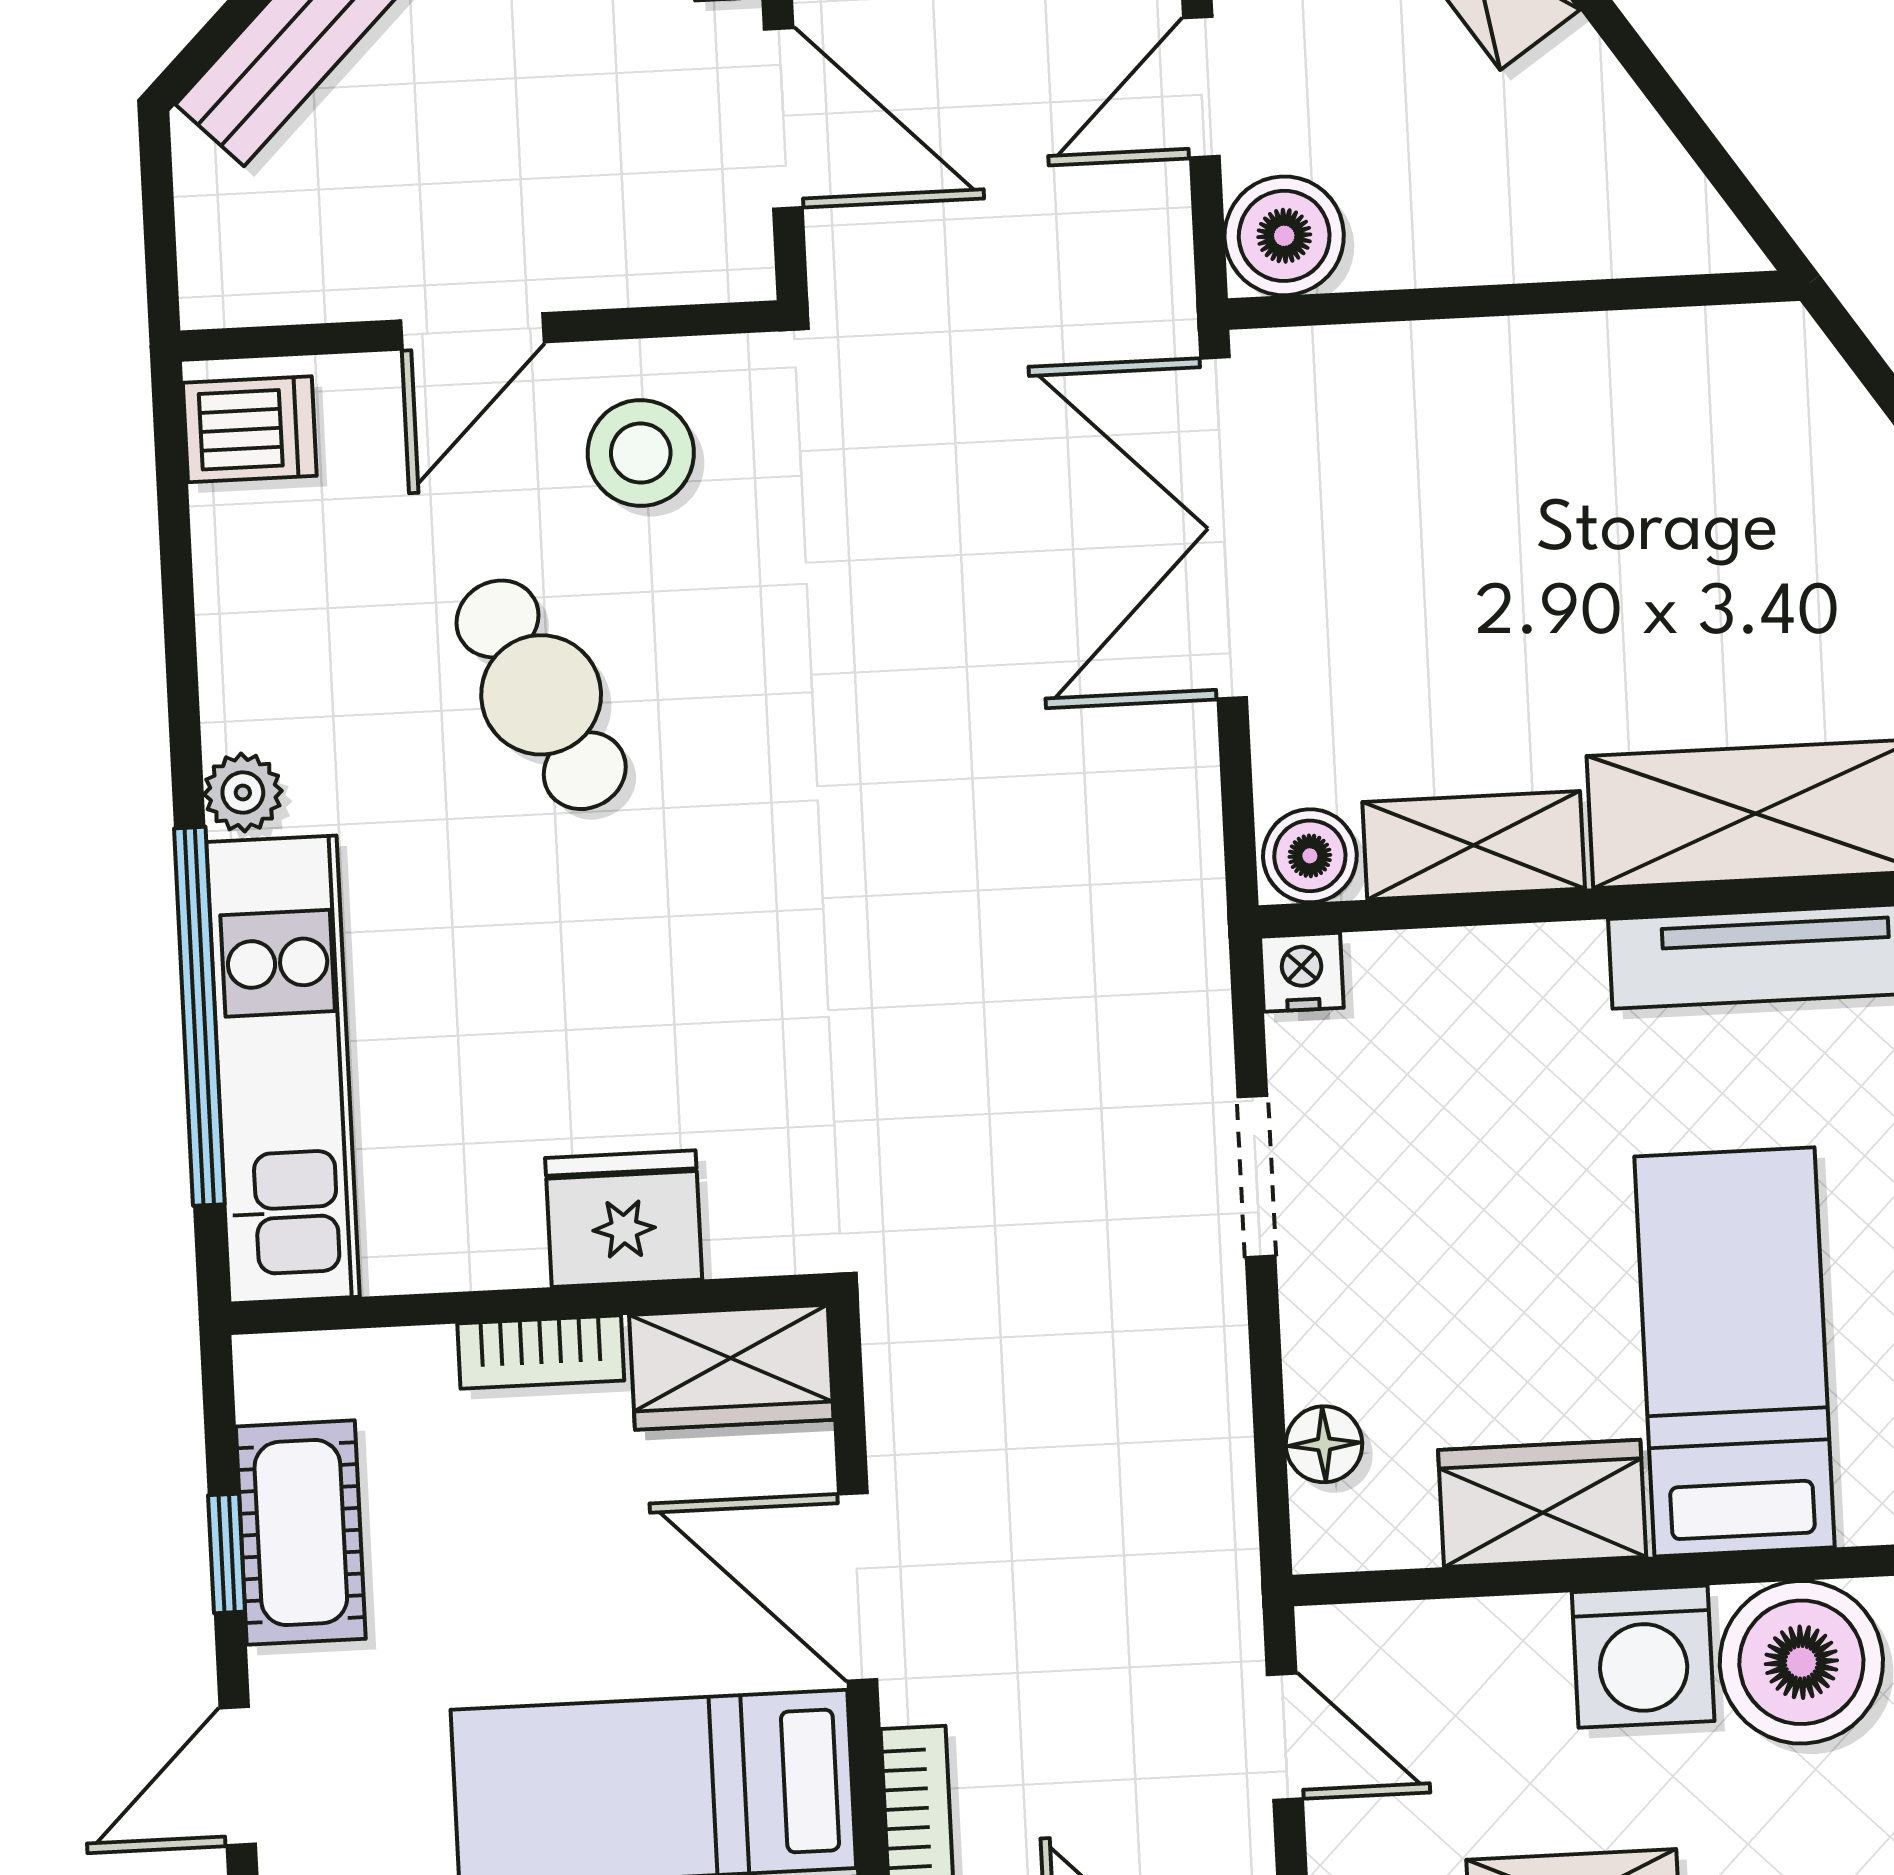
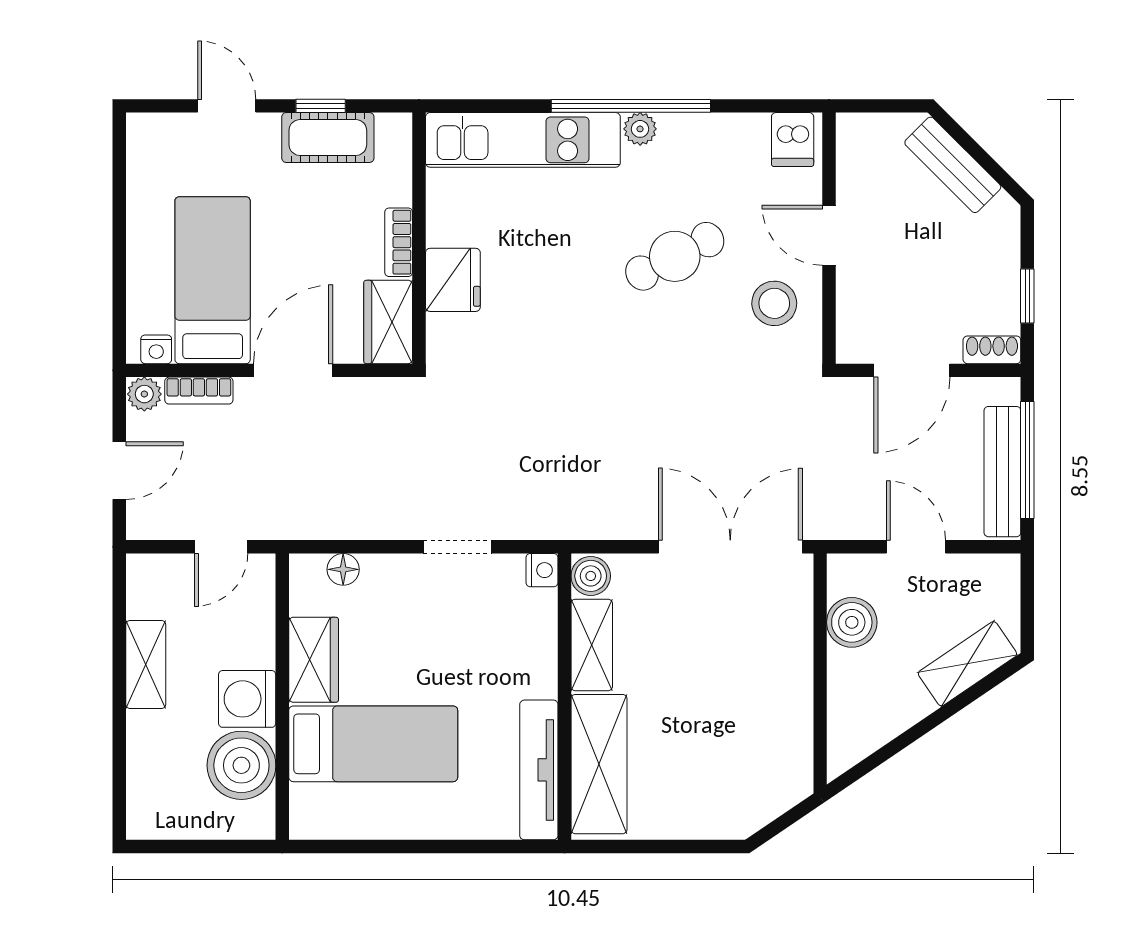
boiler: (1284, 236) -> (852, 622), moved
window: (199, 1016) -> (631, 106), moved

